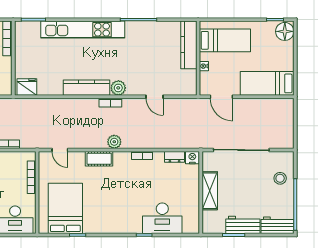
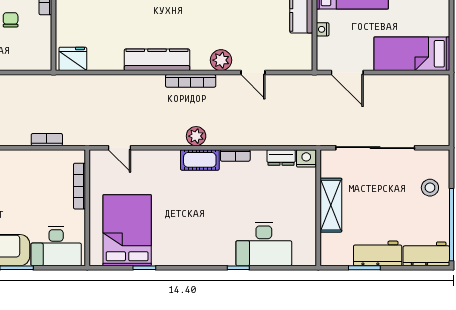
plant: (118, 88) -> (221, 60), moved
bookcase: (110, 103) -> (191, 81), width x1.56
cot: (99, 159) -> (200, 160), moved

